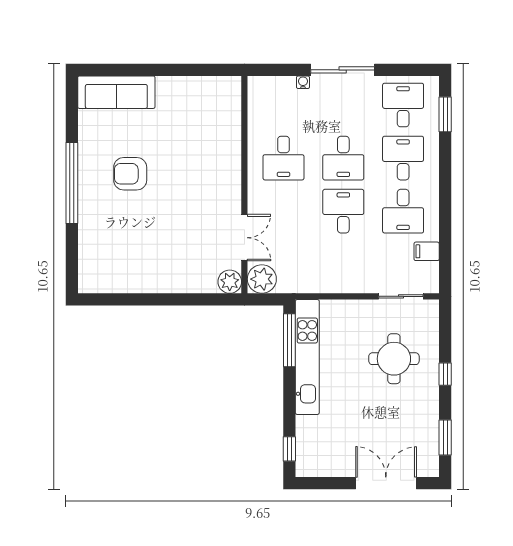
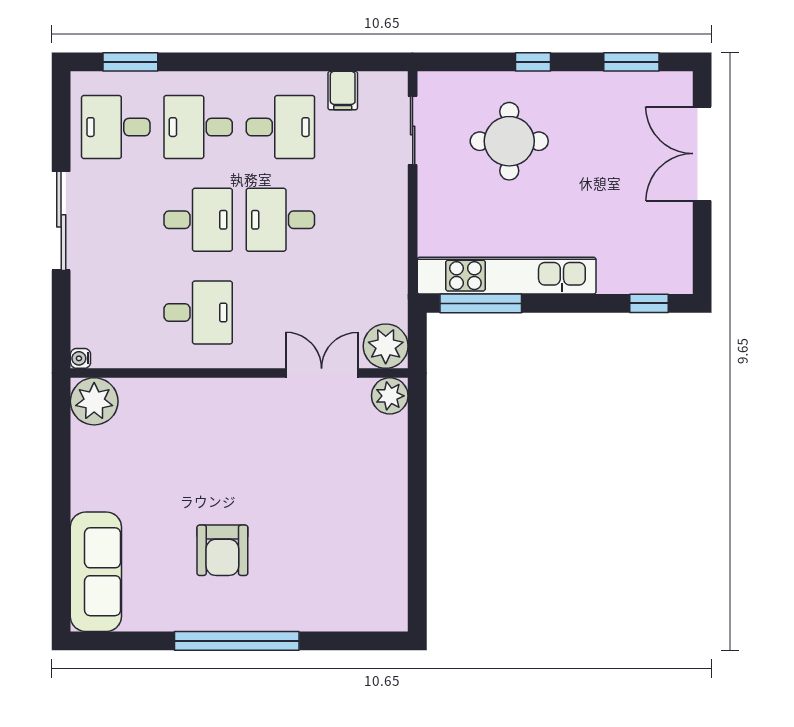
water cooler: (303, 82) -> (80, 358), moved
plant: (226, 91) -> (94, 401), added

